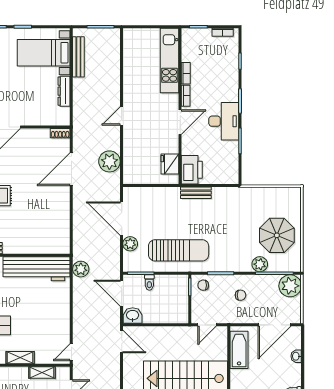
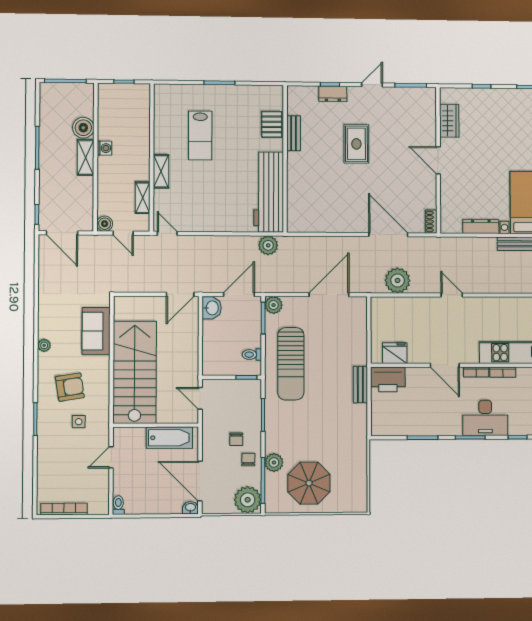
desk: (224, 121) -> (485, 418), moved
plant: (130, 244) -> (274, 305), moved
toilet: (149, 282) -> (252, 355), moved
chair: (203, 285) -> (248, 460), moved
washbasin: (296, 356) -> (190, 508), moved

